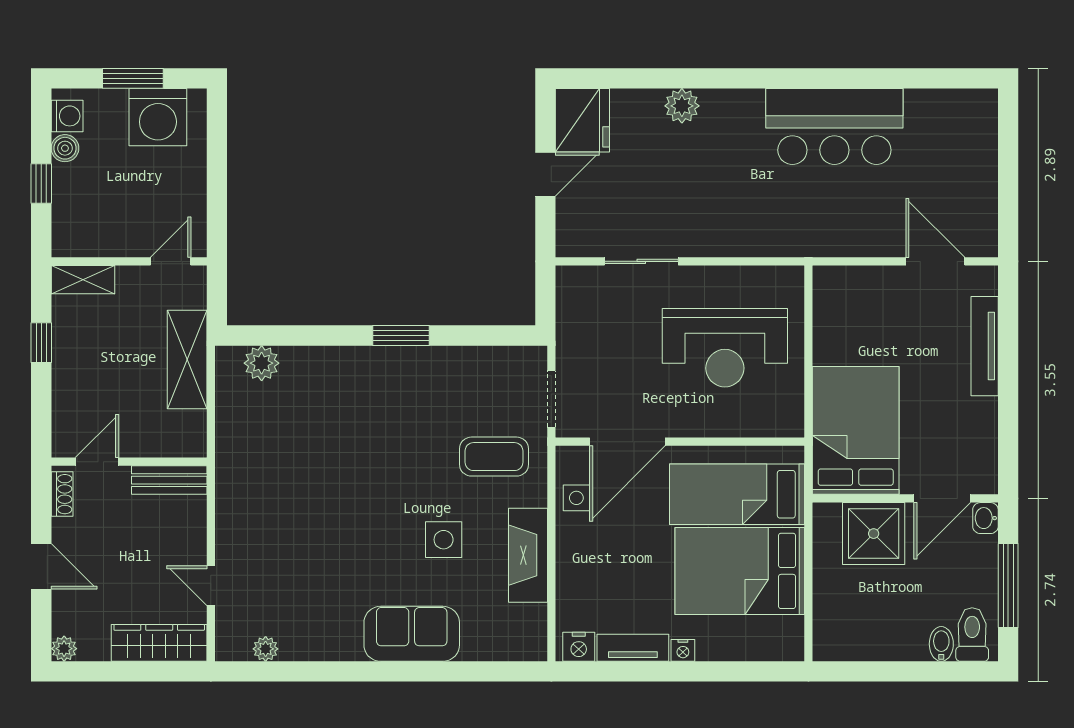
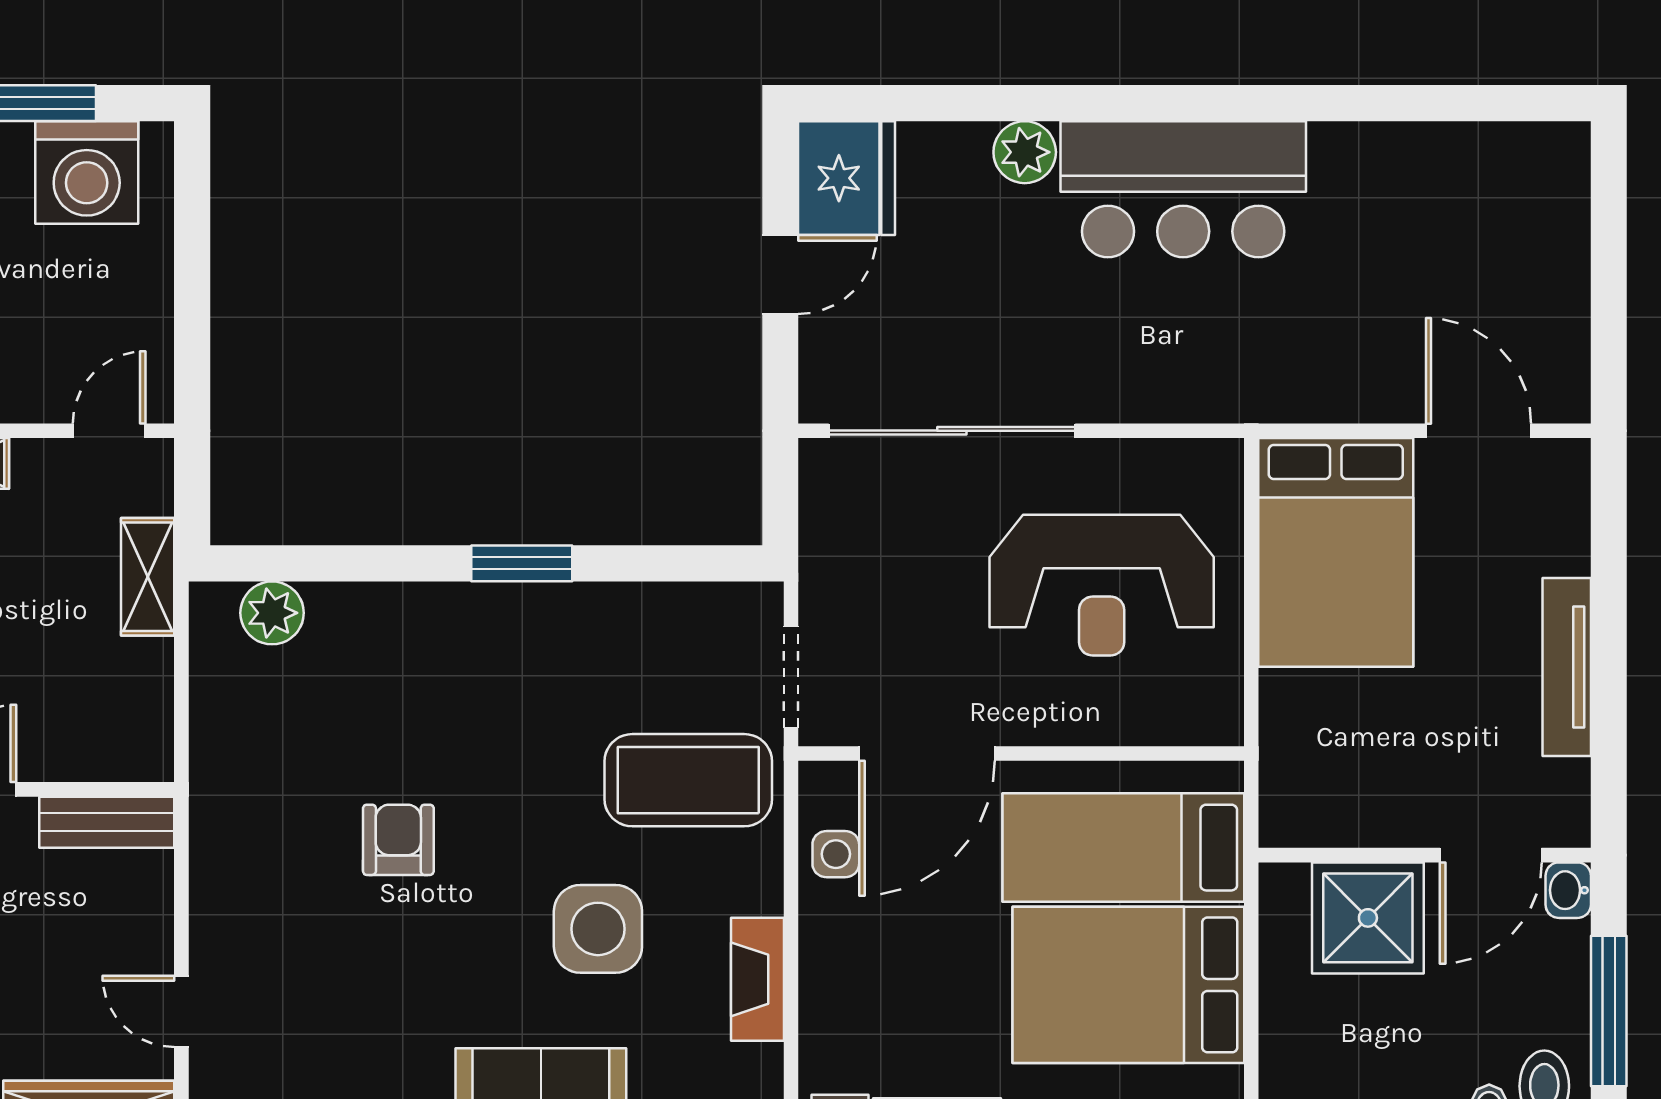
bar counter: (834, 126) -> (1183, 189), moved
sliding door: (641, 261) -> (952, 431), width x1.86
tv unit: (985, 346) -> (1567, 667), moved
shelving: (187, 359) -> (148, 577), width x0.67, depth x0.75
bed: (856, 430) -> (1336, 552), moved, turned 180
coffee table: (494, 457) -> (688, 780), width x1.36, depth x1.32
armchair: (332, 490) -> (398, 840), added
side table: (444, 540) -> (598, 929), width x1.37, depth x1.37
fireplace: (528, 555) -> (758, 979), width x0.73, depth x0.76

